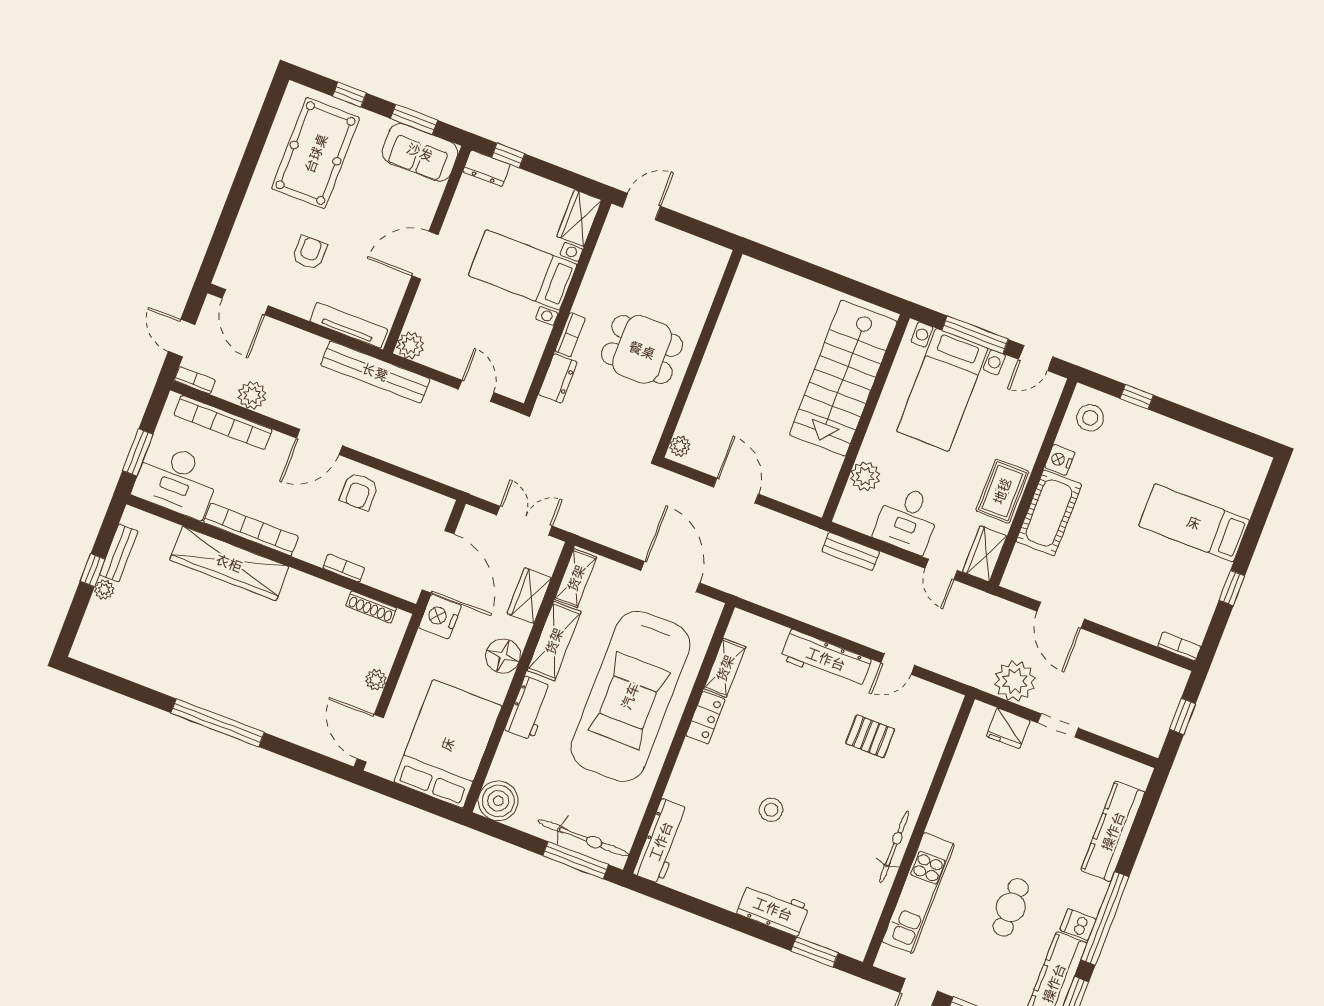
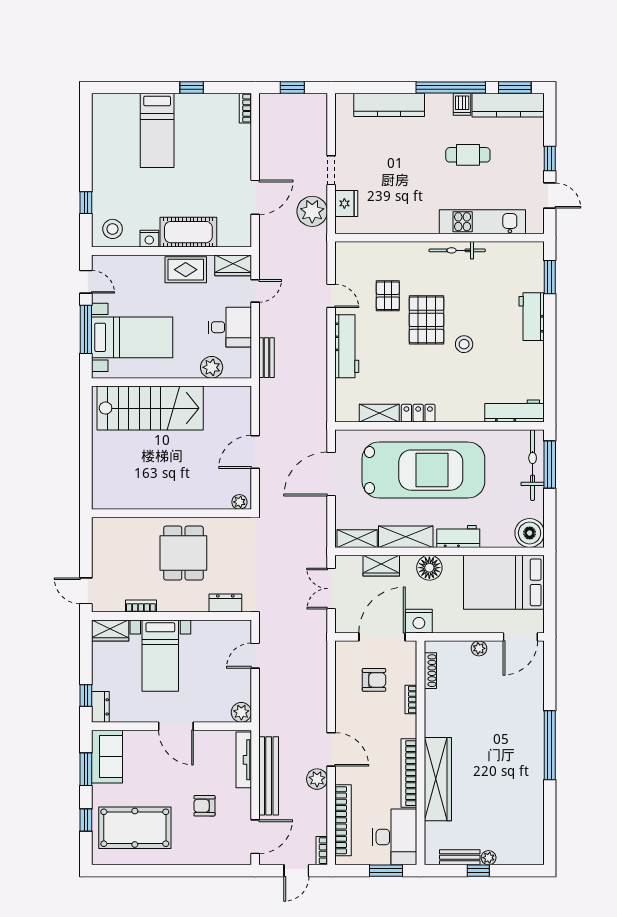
bookcase: (570, 335) -> (141, 606), moved
bench: (375, 372) -> (269, 776), moved
plant: (252, 395) -> (317, 779), moved
armchair: (359, 491) -> (374, 680), moved
pallet: (820, 774) -> (426, 320), added

